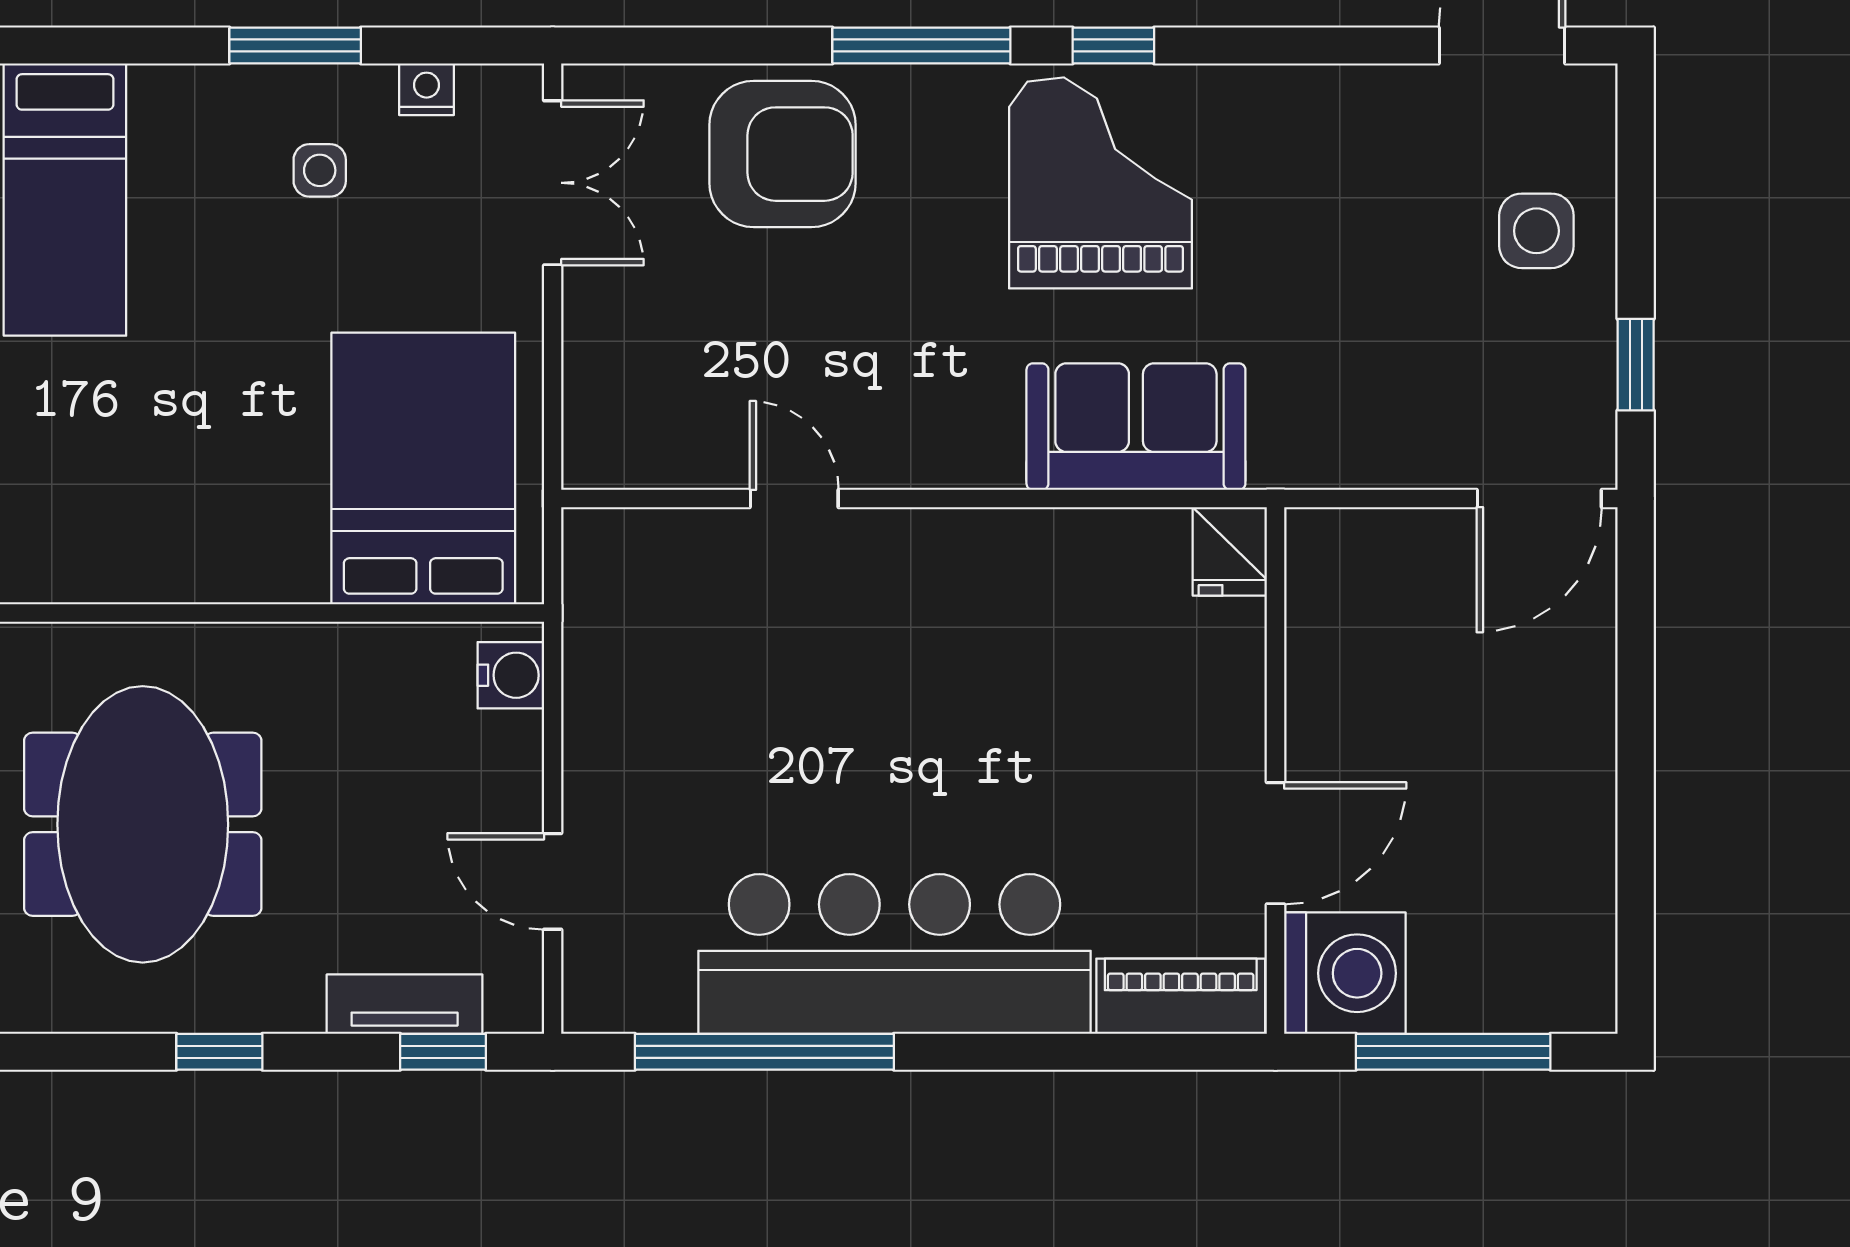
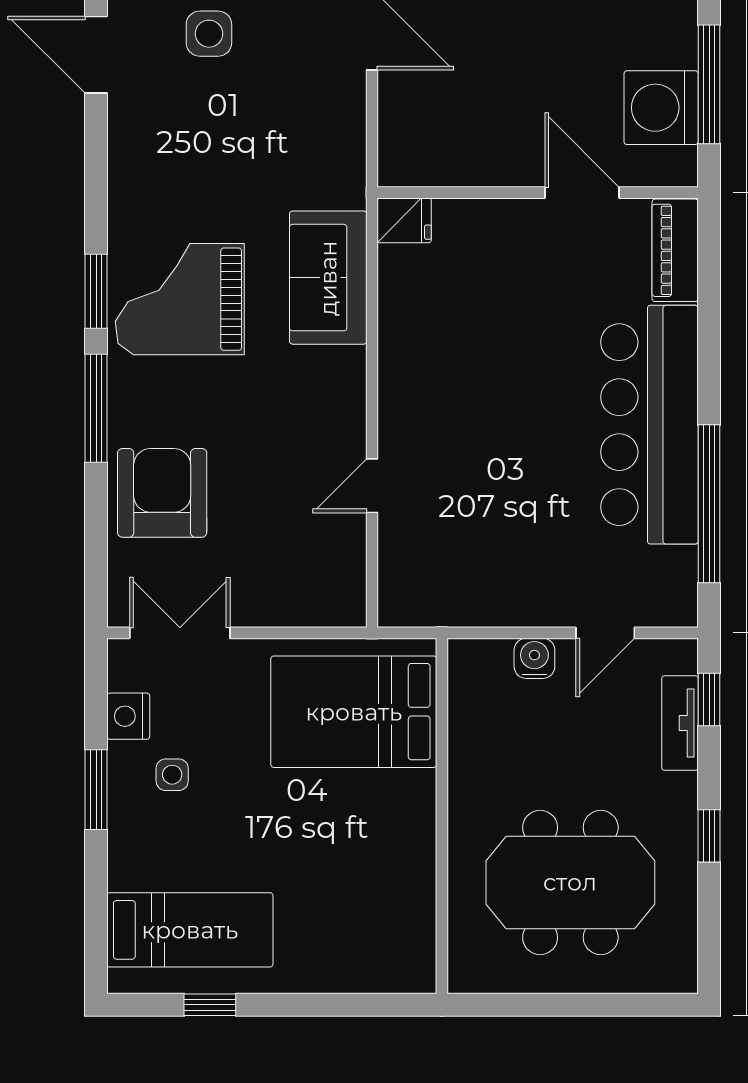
window: (1113, 45) -> (96, 291), width x1.50
nightstand: (426, 89) -> (128, 716), width x1.39, depth x1.35
water cooler: (511, 675) -> (534, 658), moved
washing machine: (1345, 973) -> (661, 108), moved, turned -90

